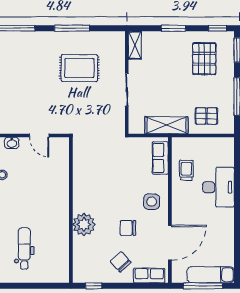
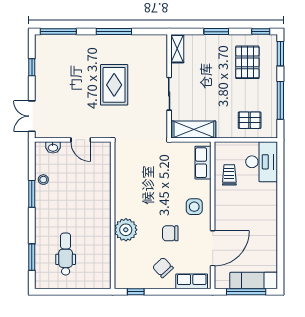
rug: (79, 68) -> (114, 85), moved, turned 90
shelving: (166, 125) -> (194, 130), moved
desk: (218, 187) -> (262, 162), moved

